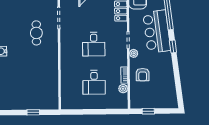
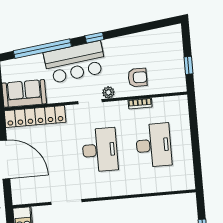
desk: (94, 44) -> (100, 150), width x1.37
desk: (94, 82) -> (154, 145), width x1.37
plant: (123, 89) -> (159, 104), removed

